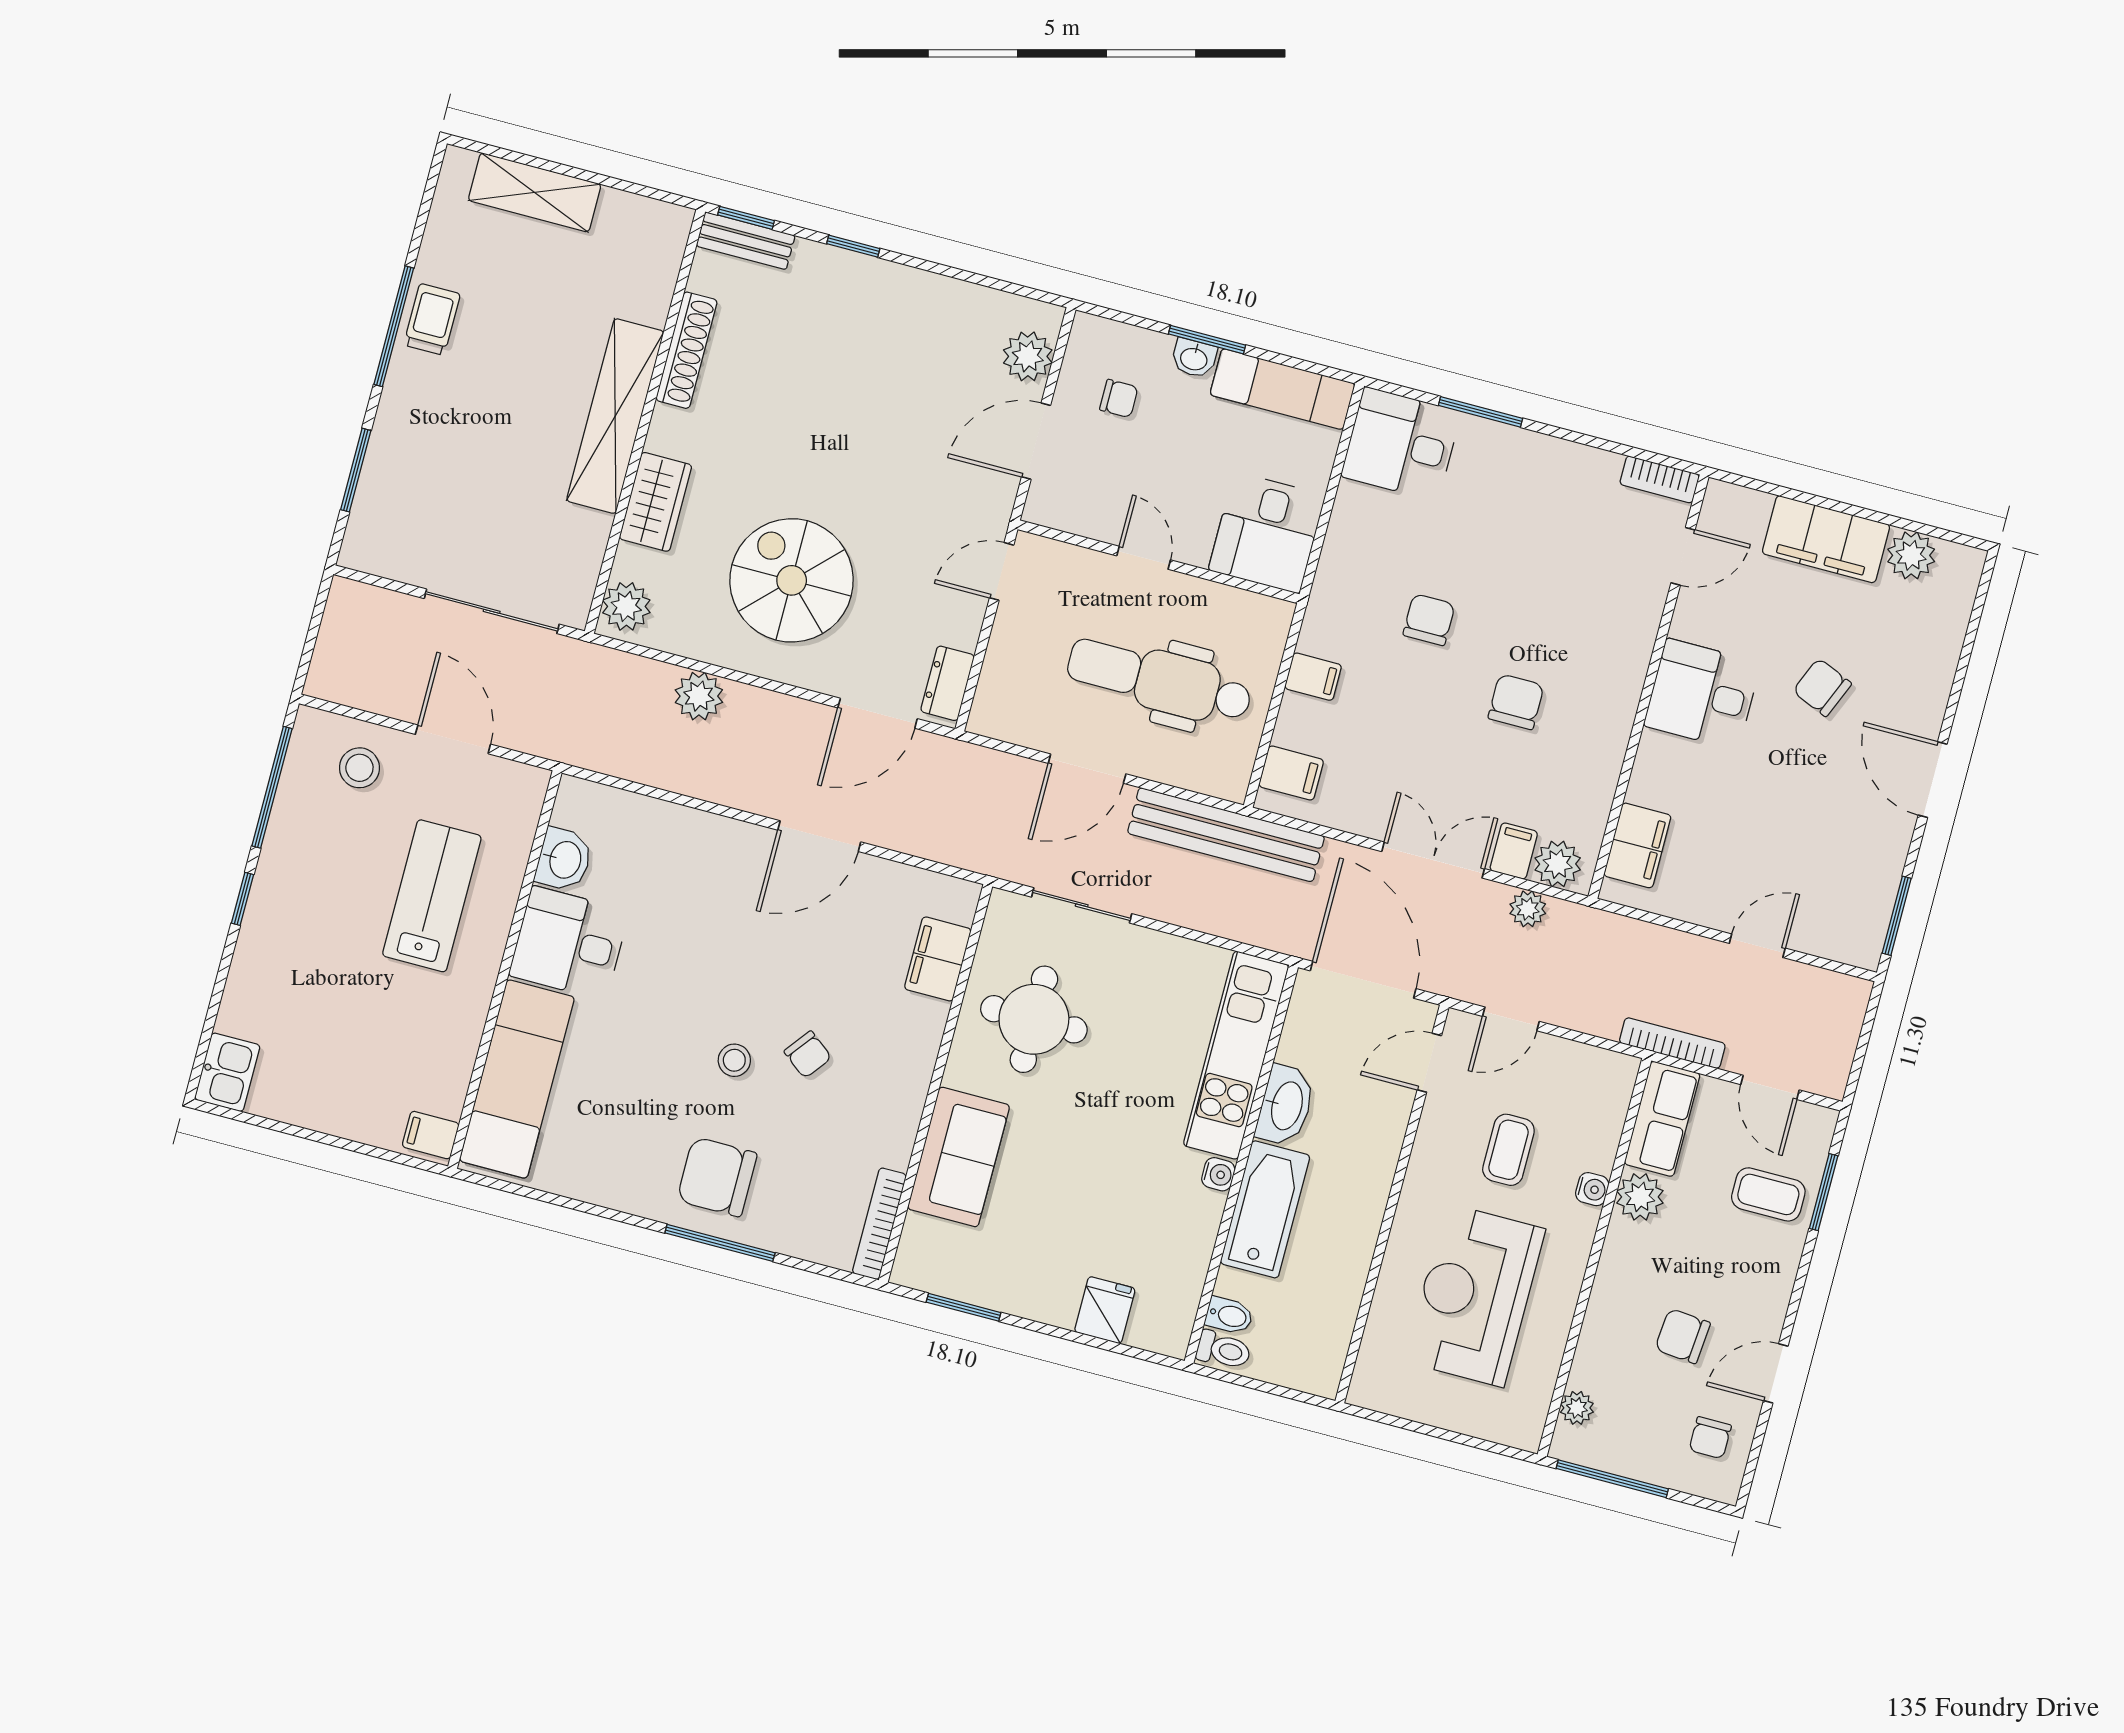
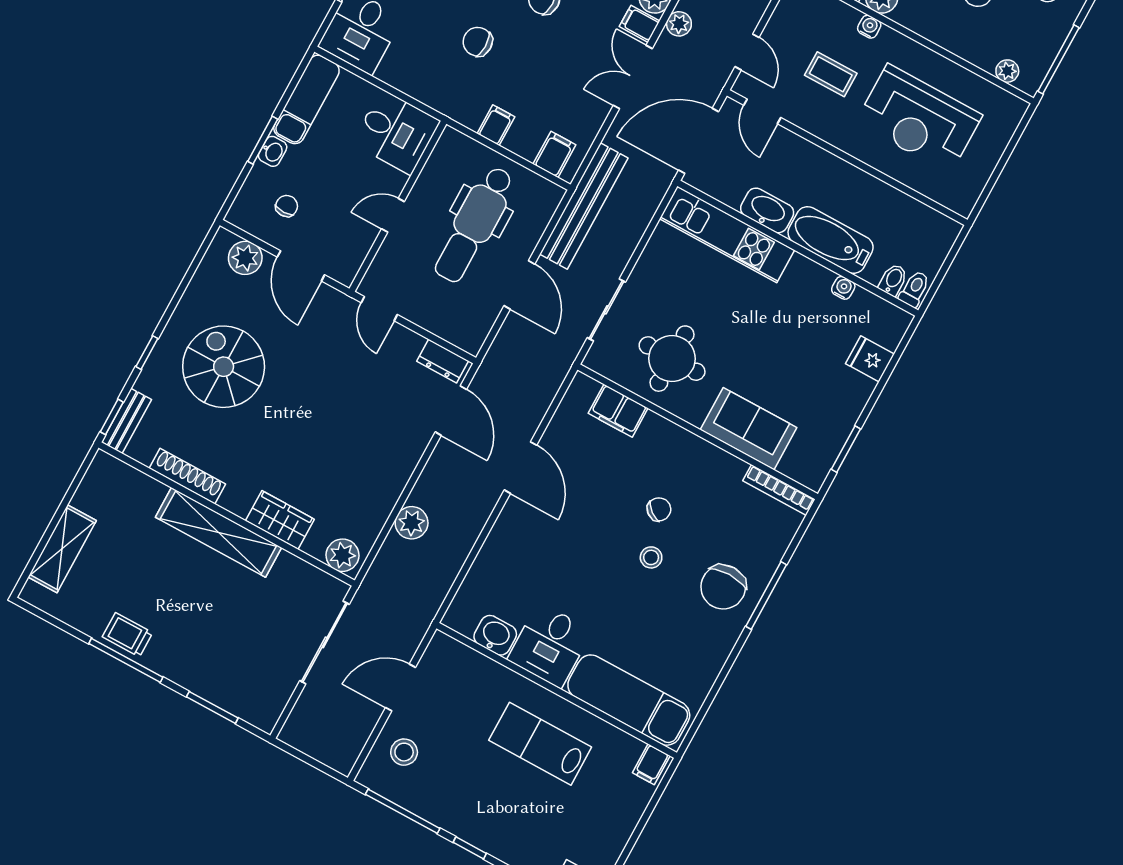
spiral stairs: (792, 580) -> (224, 367), moved, turned 90
lab bench: (432, 896) -> (540, 744), moved
water cooler: (1218, 1174) -> (843, 288), moved

